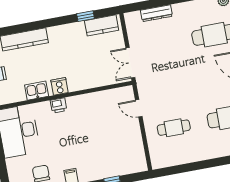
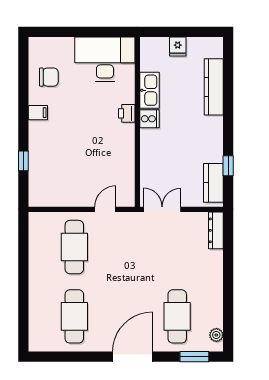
dresser: (156, 13) -> (216, 230), moved
kitchen sink: (37, 91) -> (149, 90), width x1.38
cafe table: (174, 128) -> (74, 247), width x1.37, depth x1.35

